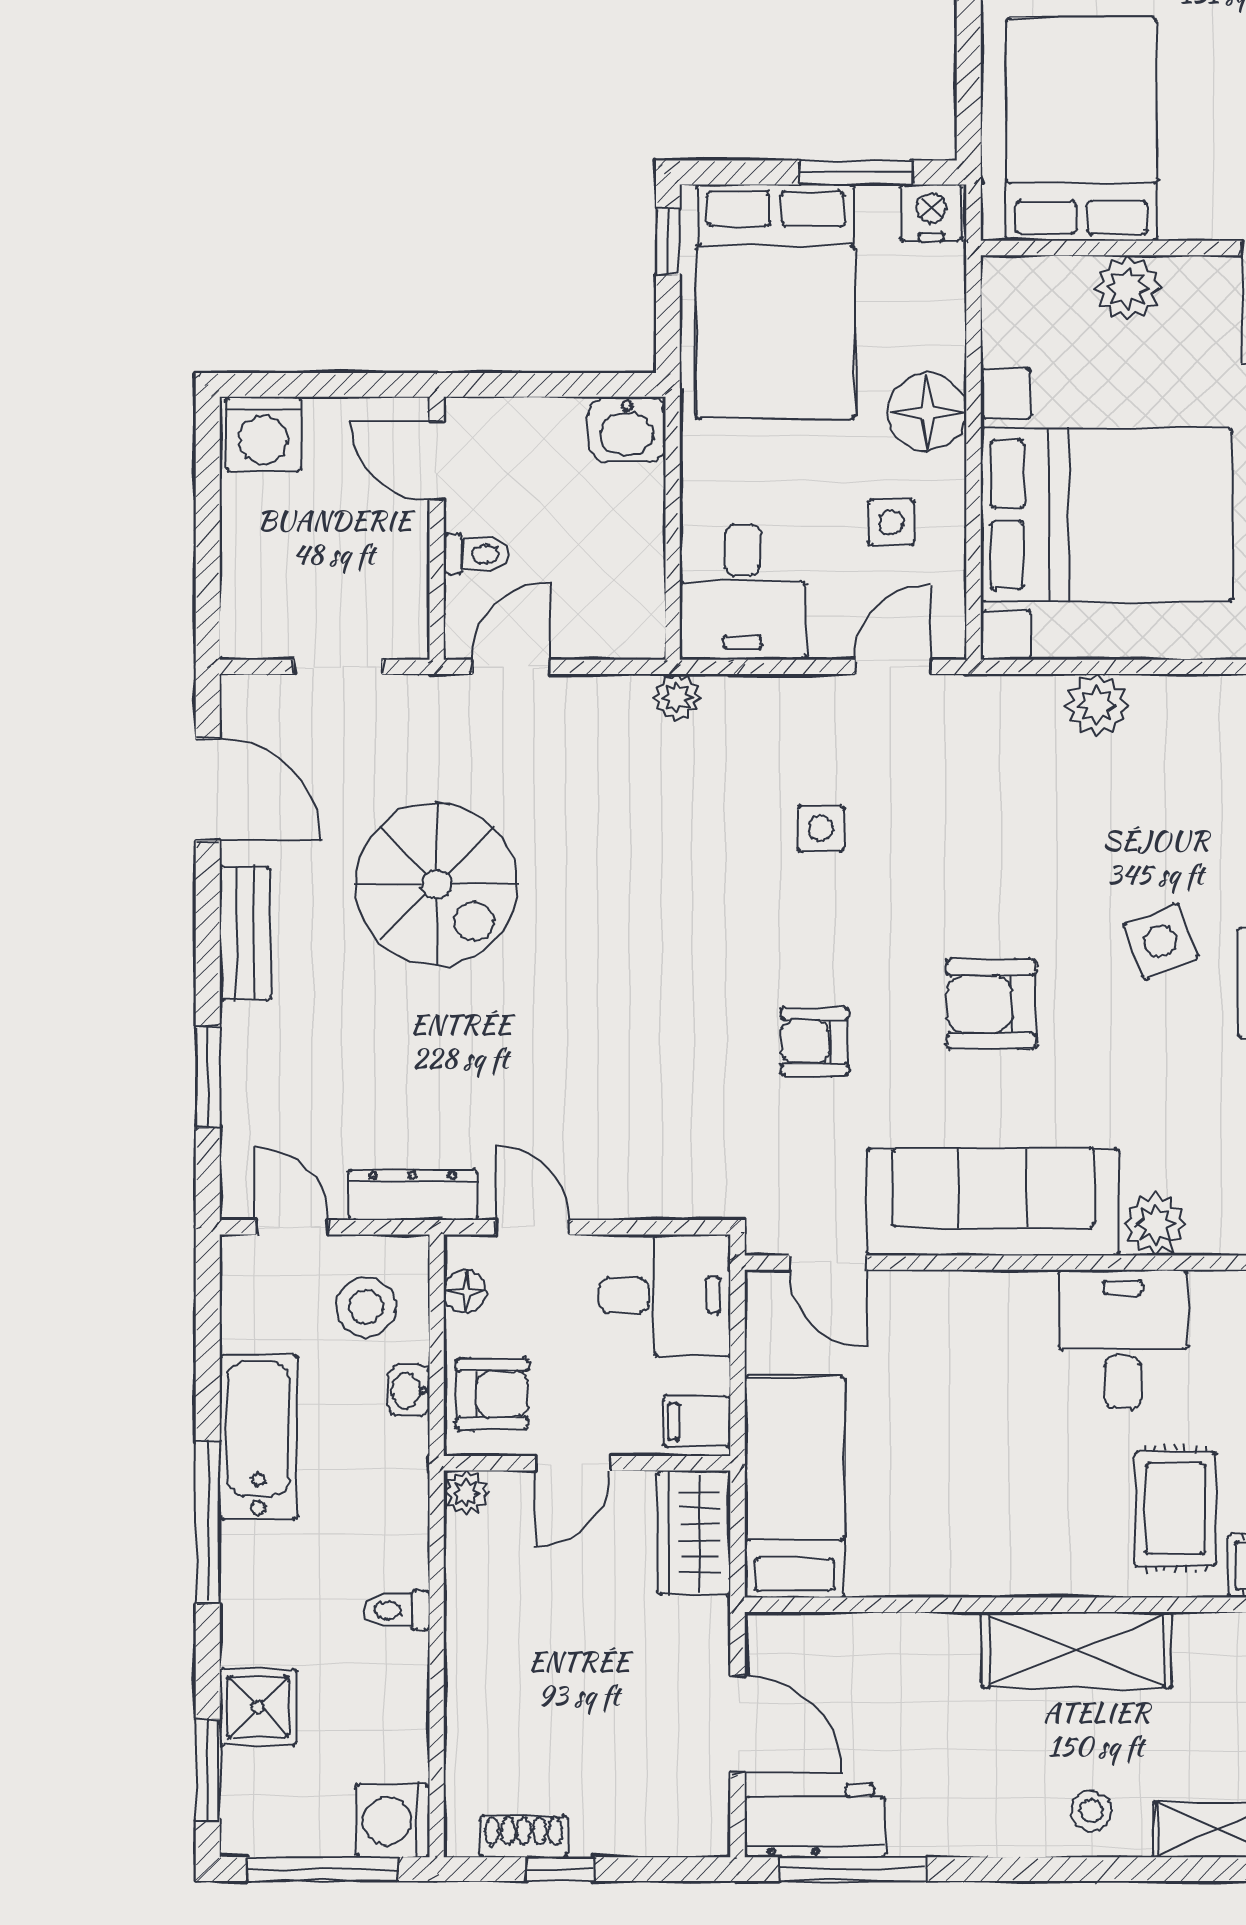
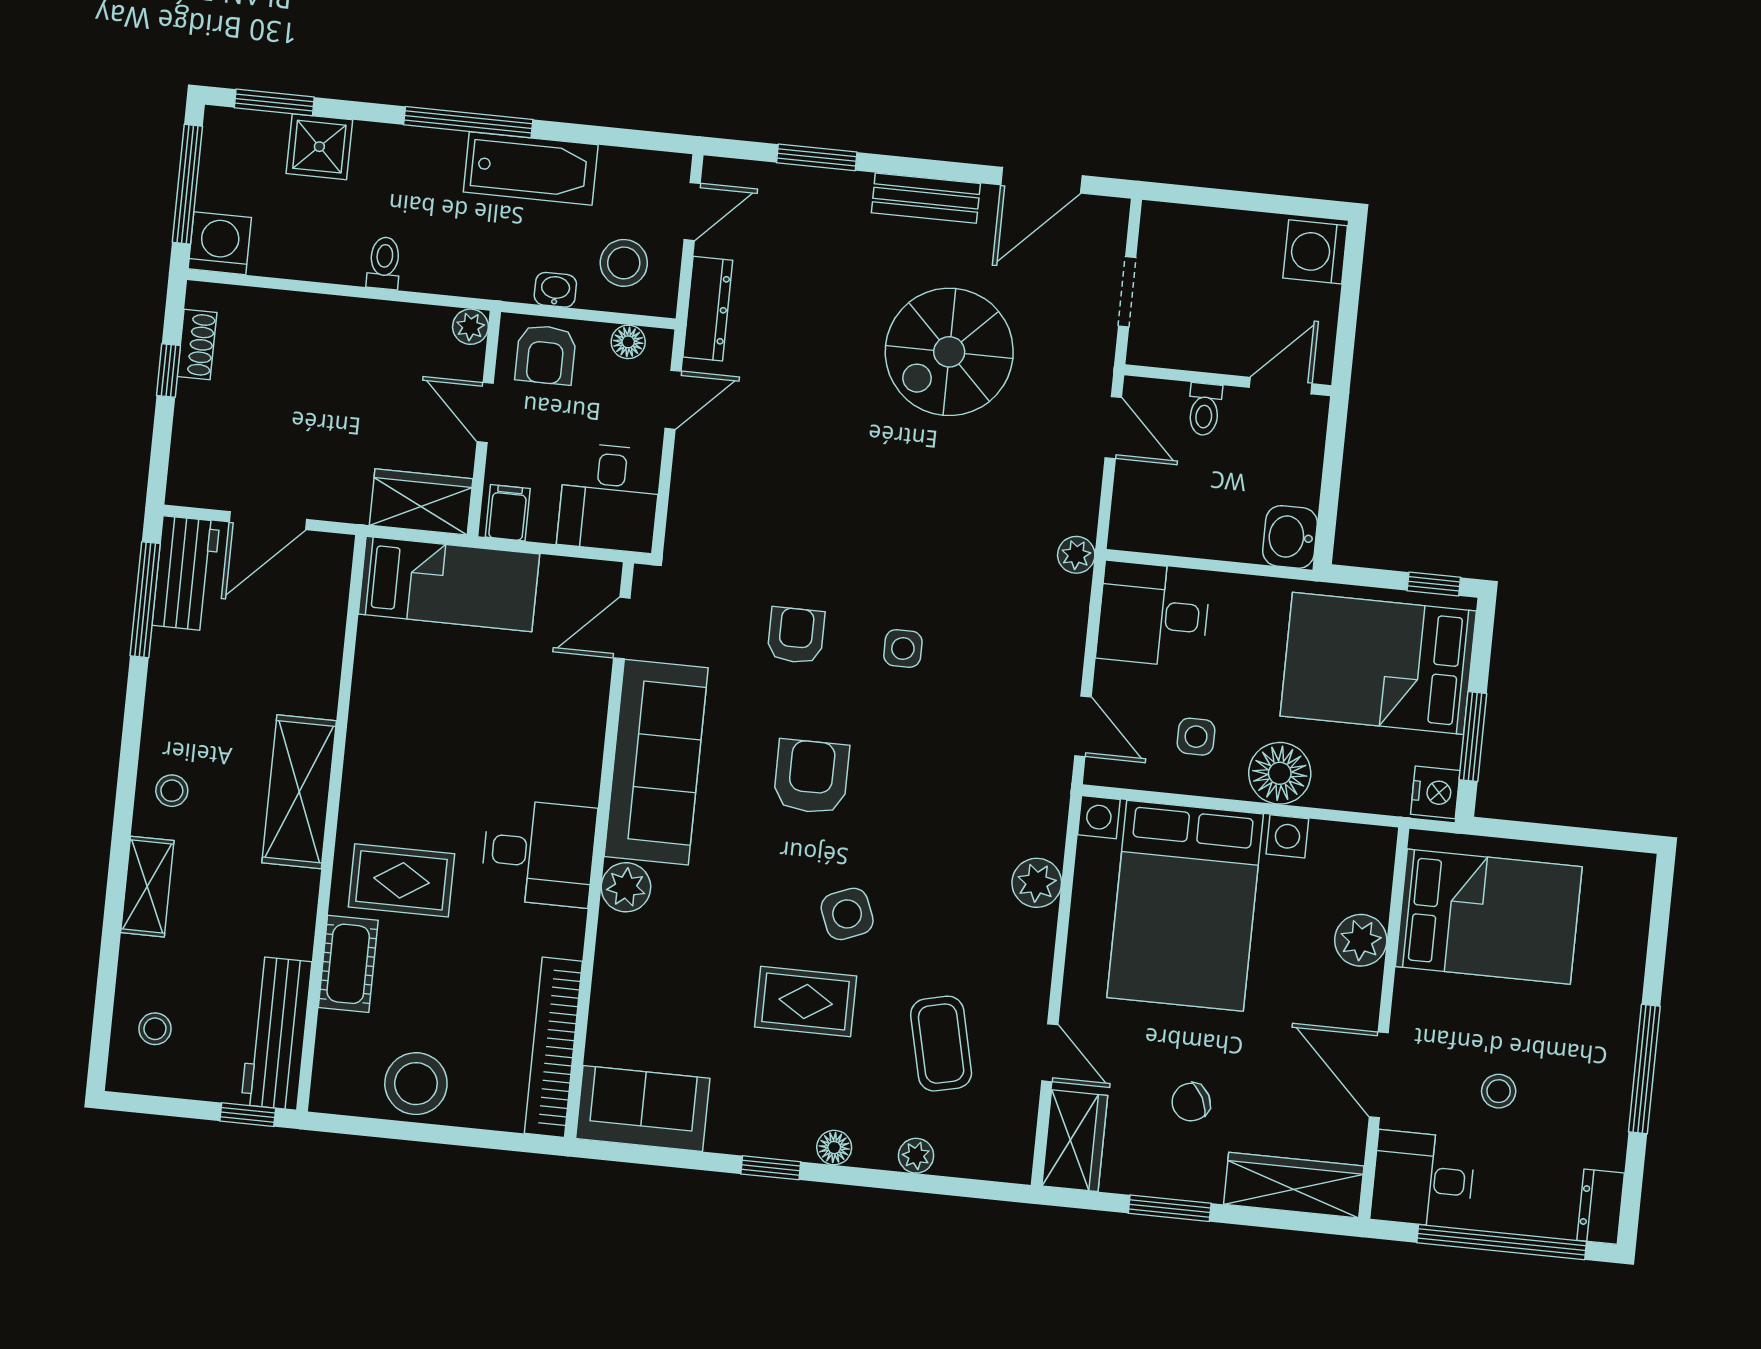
side table: (821, 829) -> (903, 648), moved

